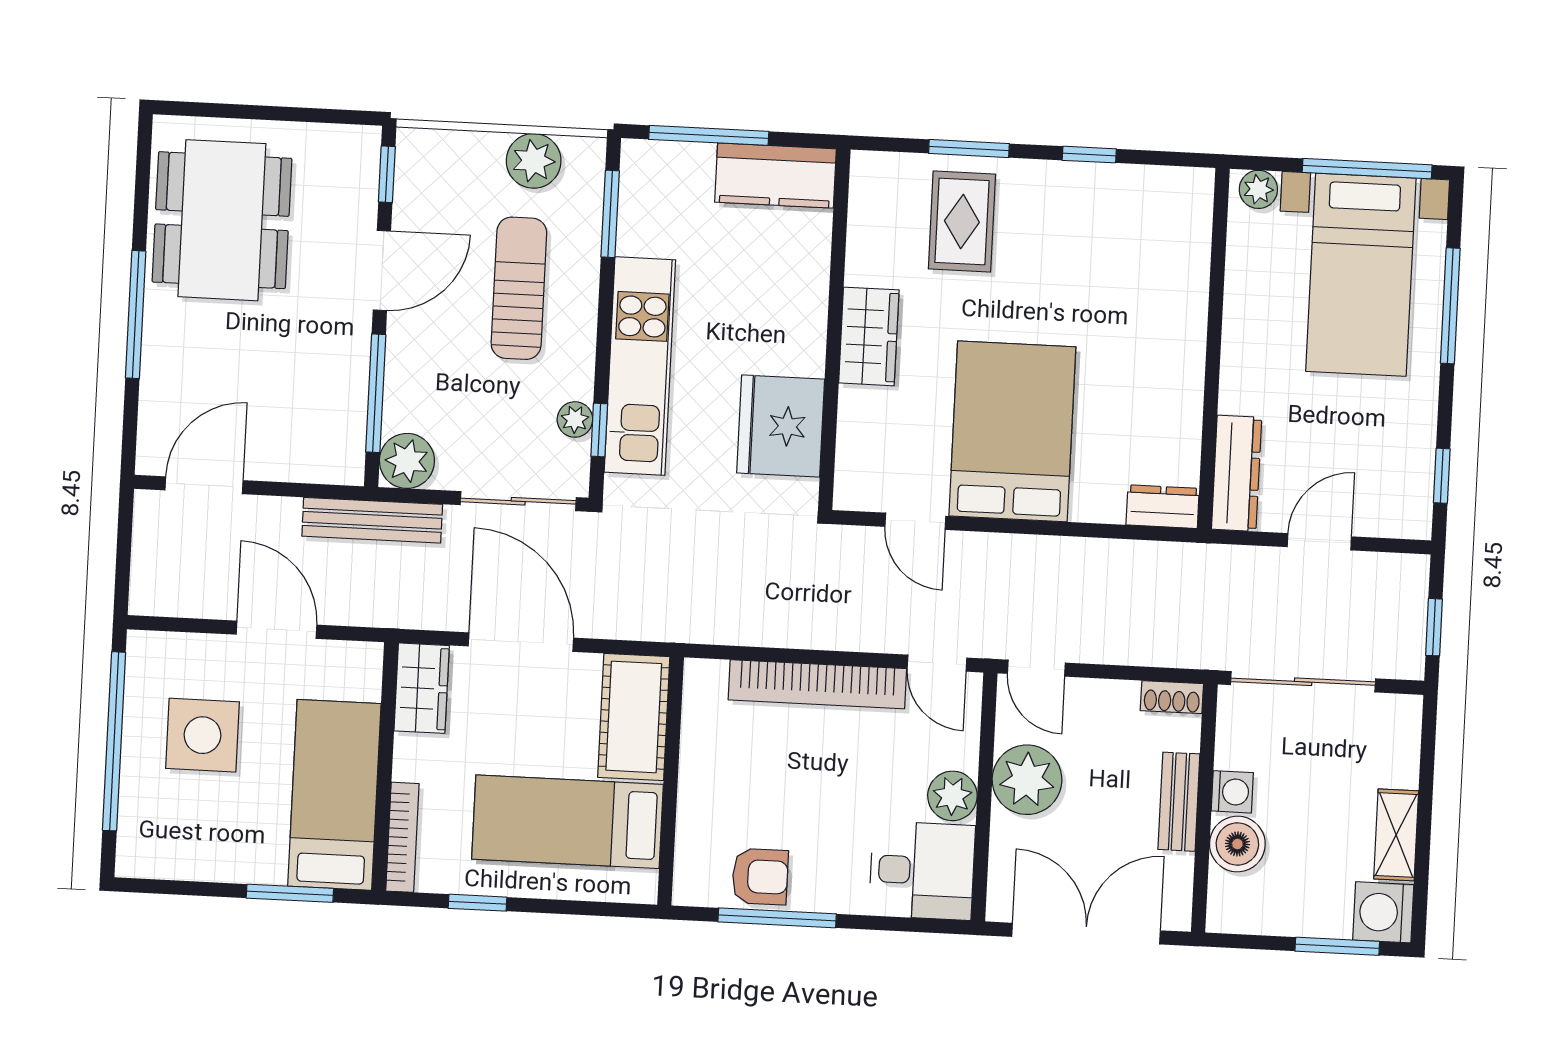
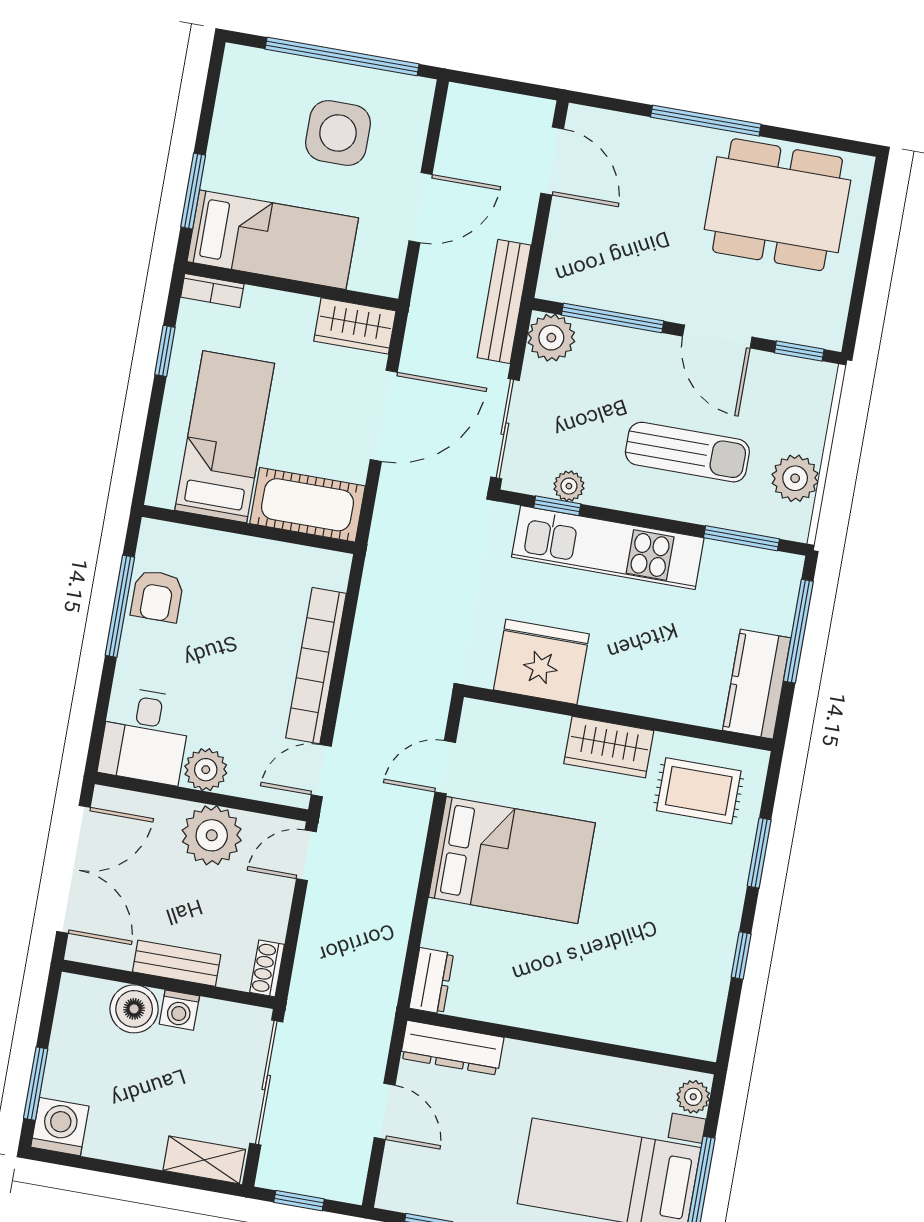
rug: (962, 222) -> (699, 791), moved
shelving: (1396, 835) -> (204, 1160), moved
bookcase: (402, 837) -> (212, 291), width x0.64

